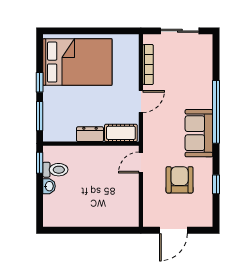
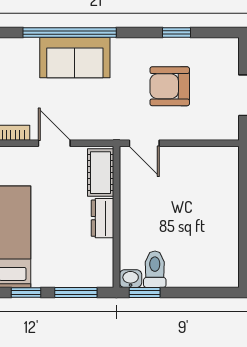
sofa: (199, 133) -> (75, 58), moved
washbasin: (49, 186) -> (131, 279), moved

